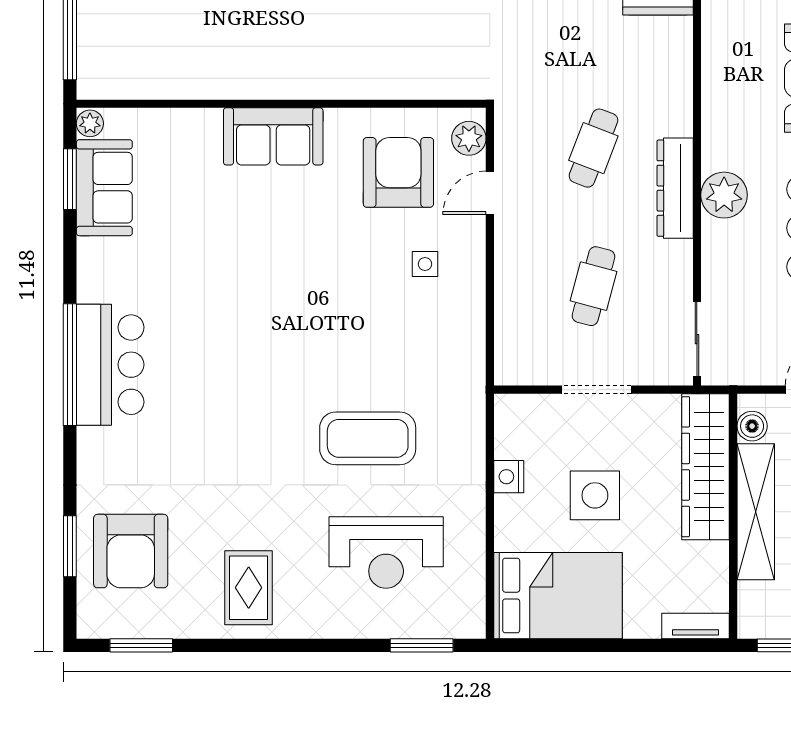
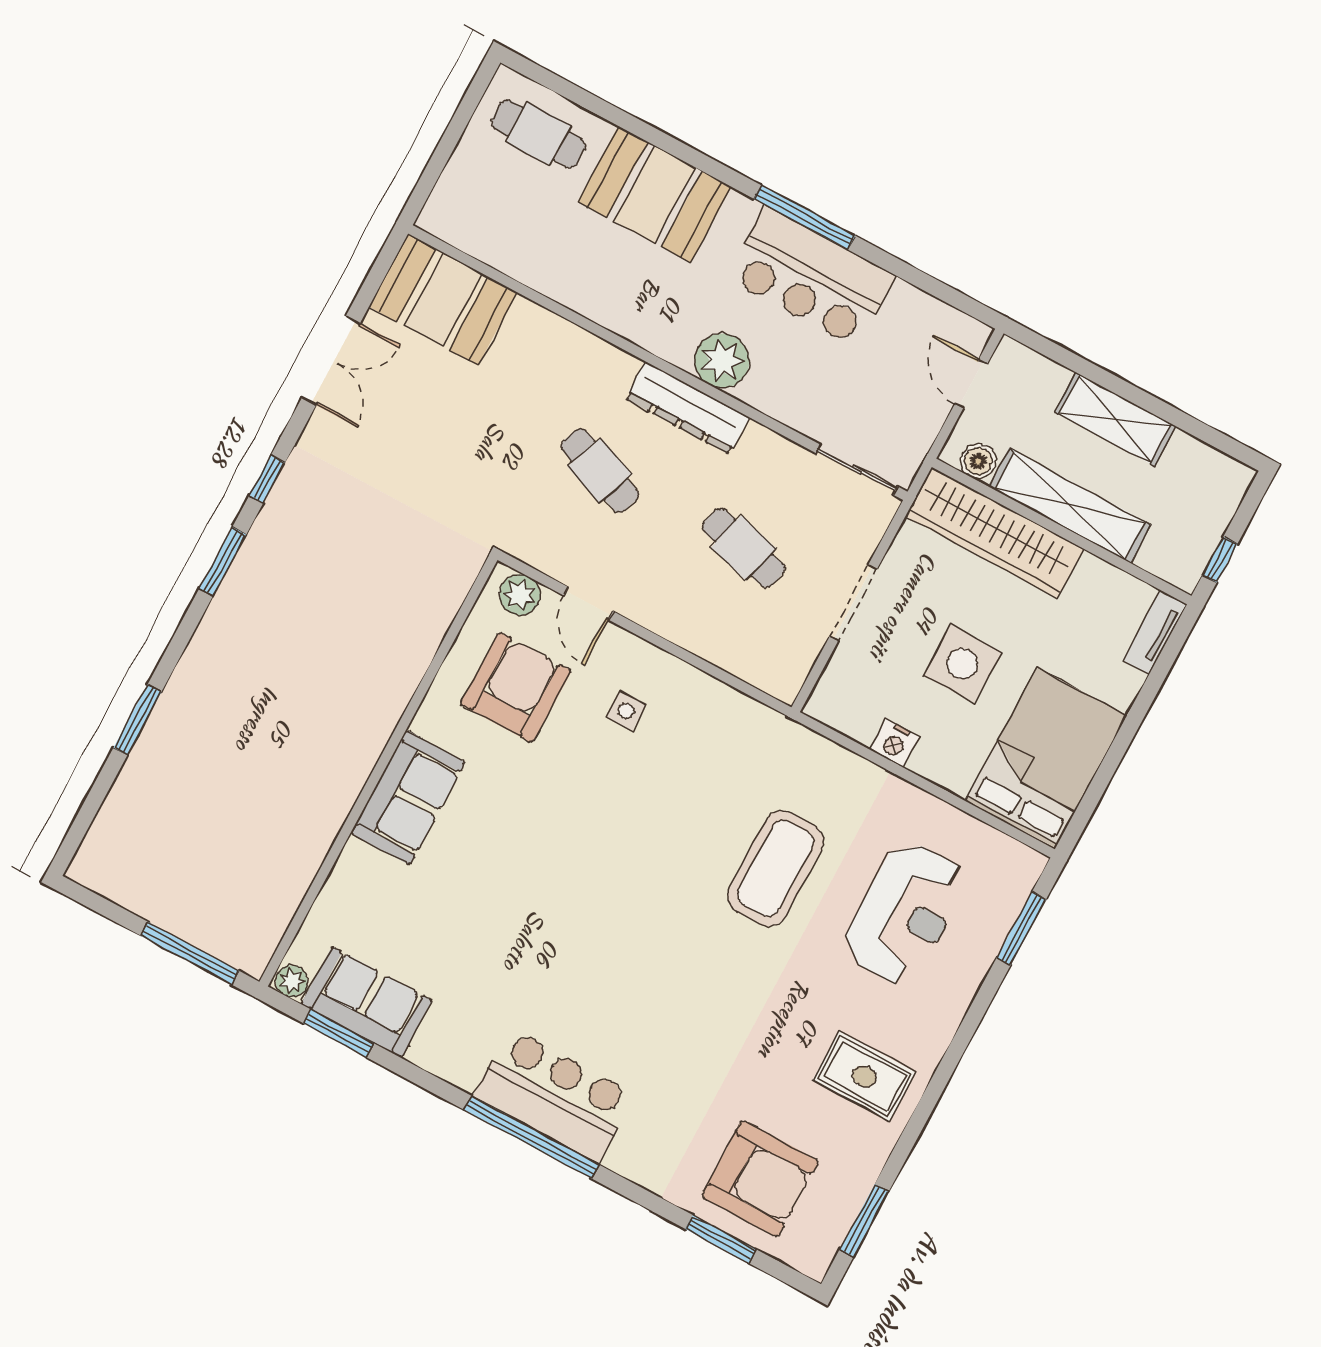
armchair: (398, 172) -> (516, 687), turned 90

